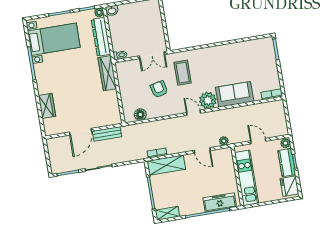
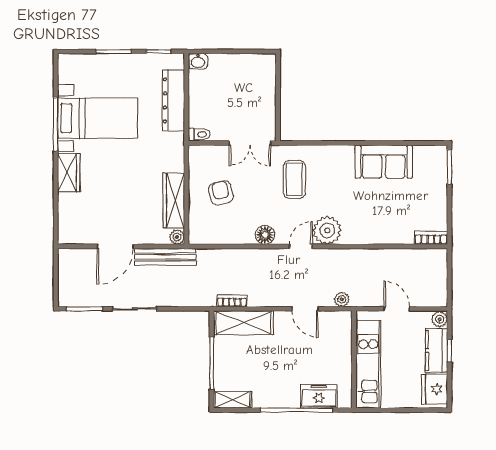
plant: (99, 12) -> (177, 237), moved
bed with nightstands: (54, 39) -> (98, 118), moved
wardrobe: (107, 73) -> (174, 201), moved
armchair: (159, 89) -> (221, 193), moved
sofa: (235, 94) -> (384, 162), moved, turned 180
wardrobe: (47, 106) -> (69, 173), moved
door: (194, 113) -> (301, 246), hinge flipped
floor lamp: (140, 115) -> (265, 235), moved
bench: (107, 134) -> (165, 257), width x1.36
freezer: (220, 202) -> (319, 396), width x0.71

